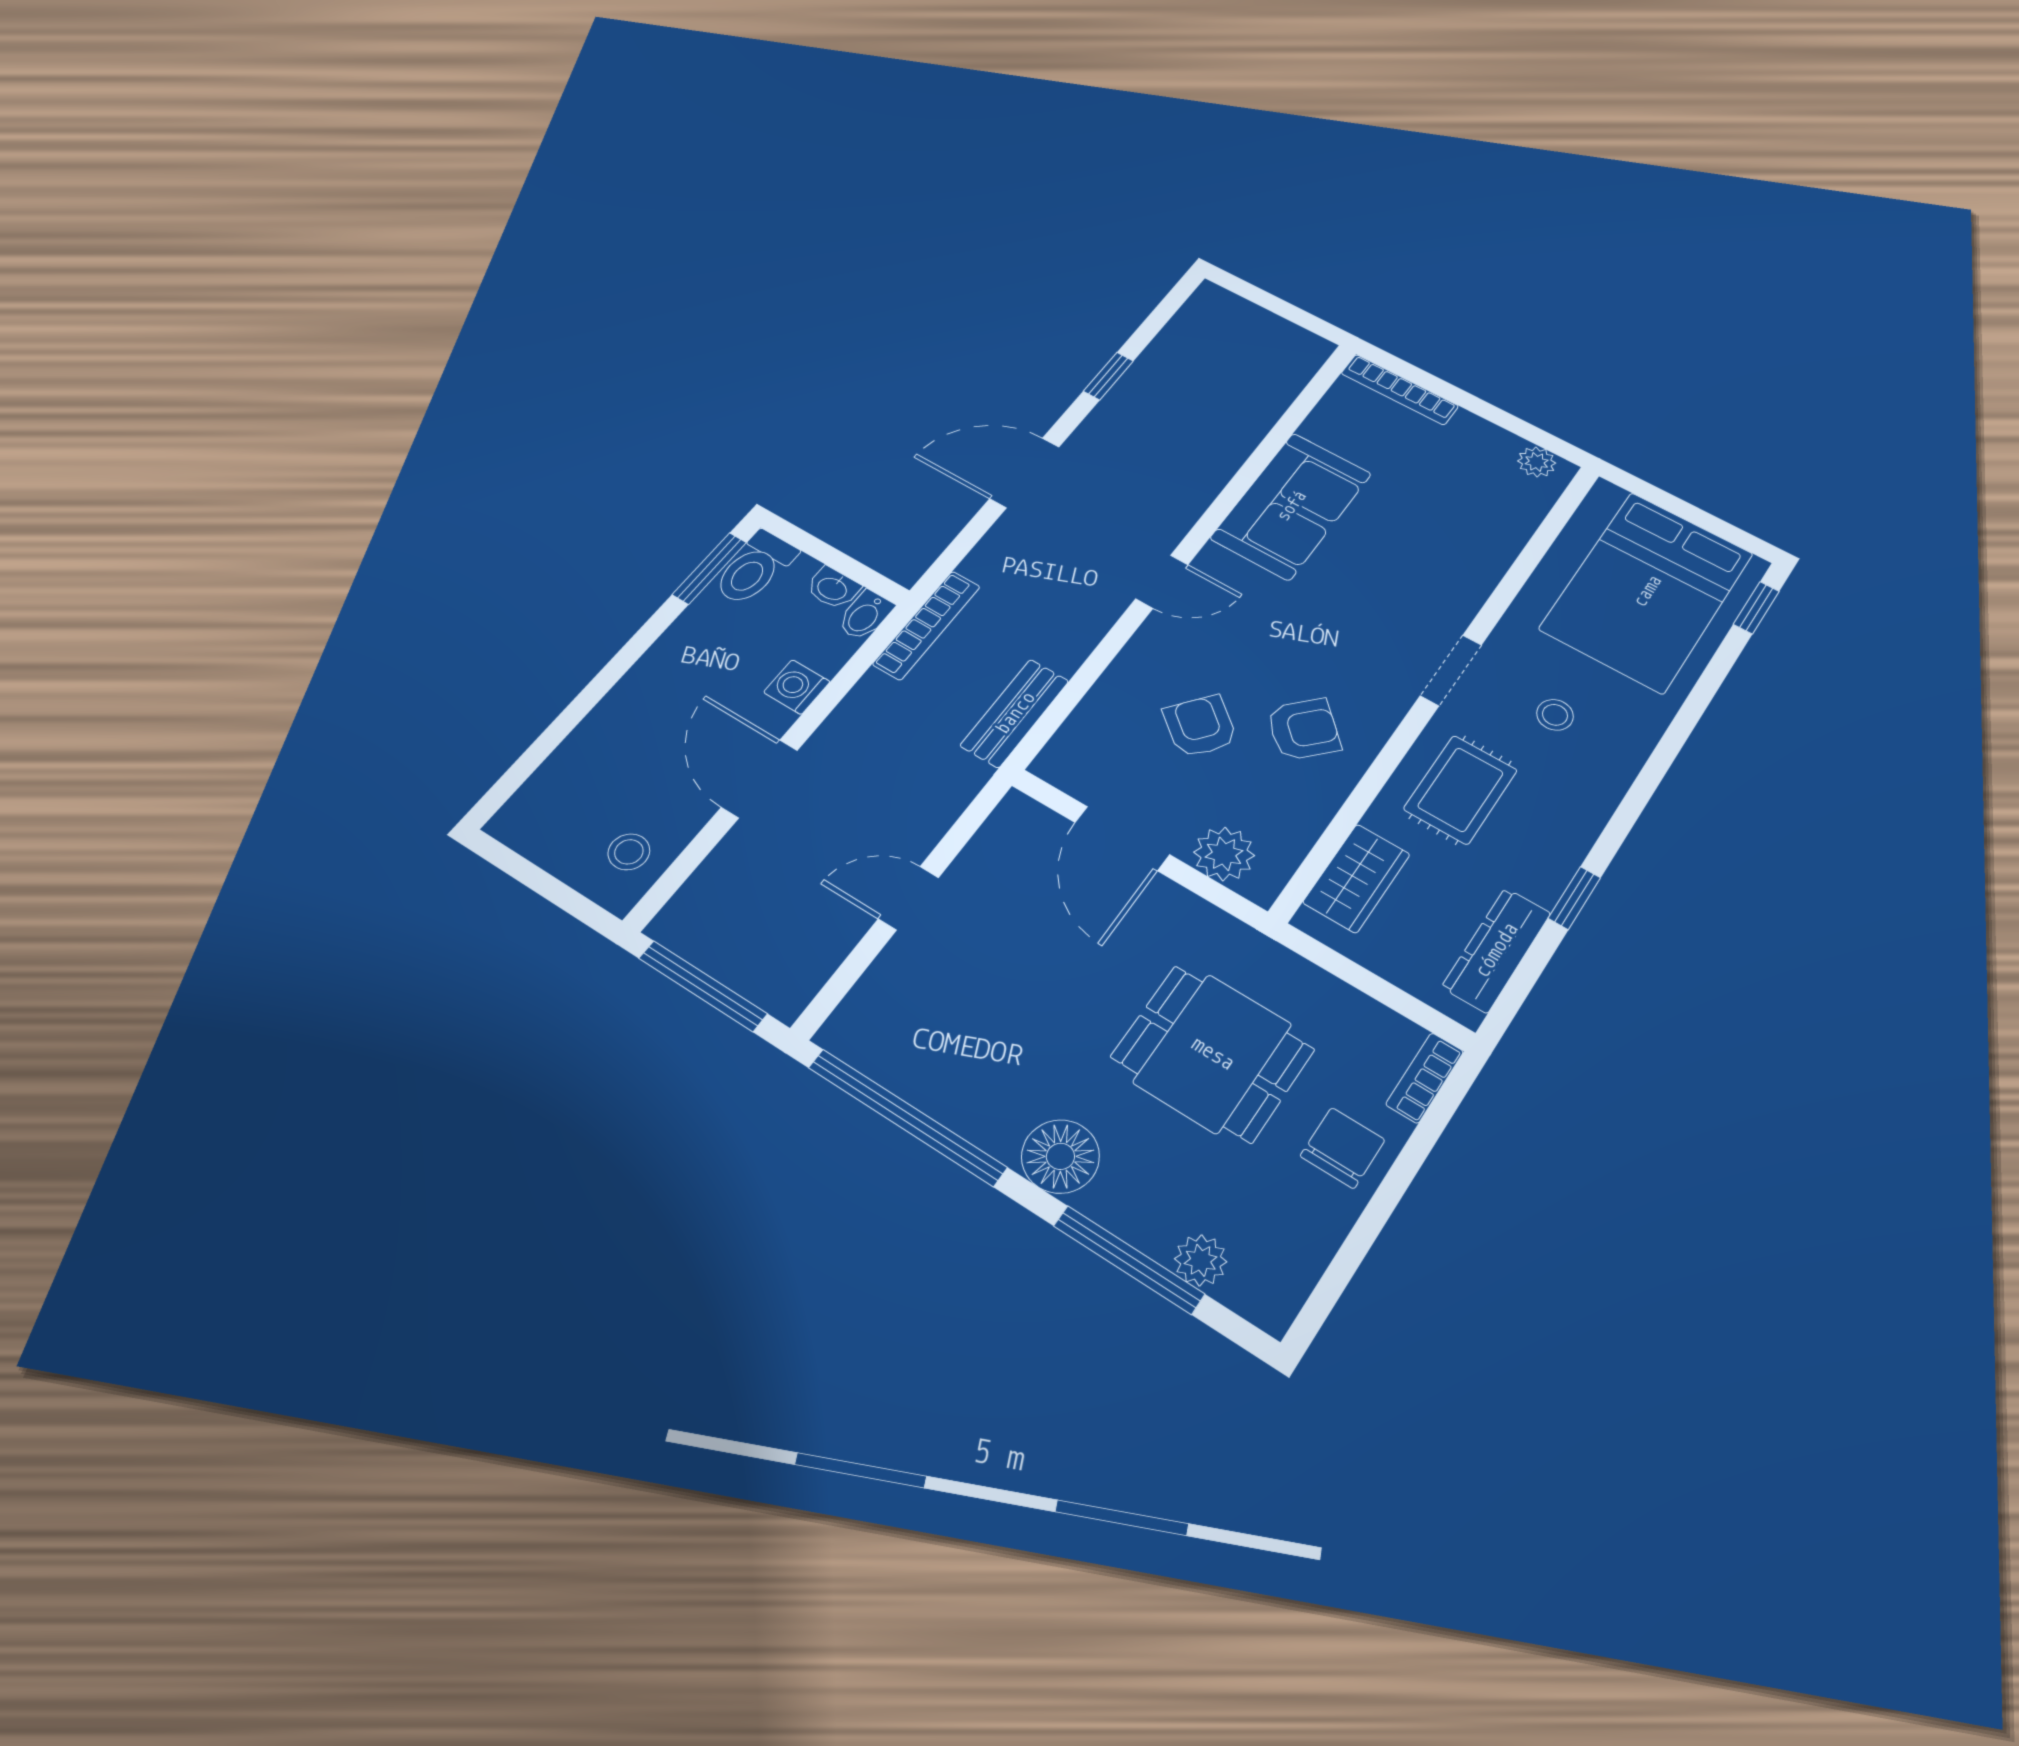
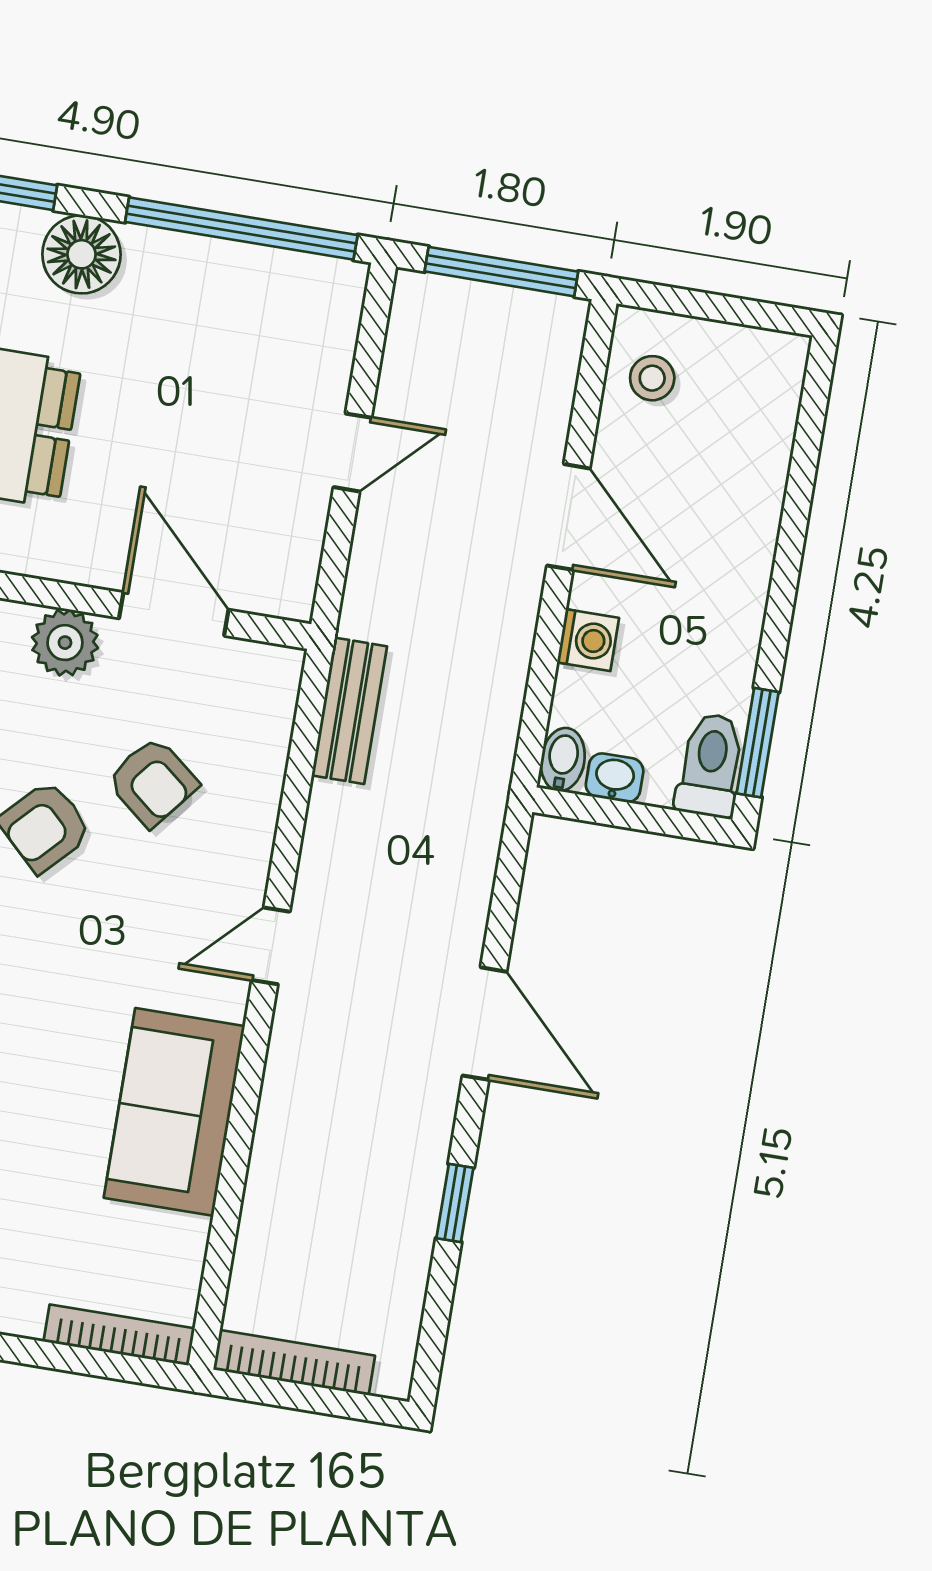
door: (1025, 473) -> (485, 1024), hinge flipped
bookcase: (927, 625) -> (294, 1363), moved, turned 90

